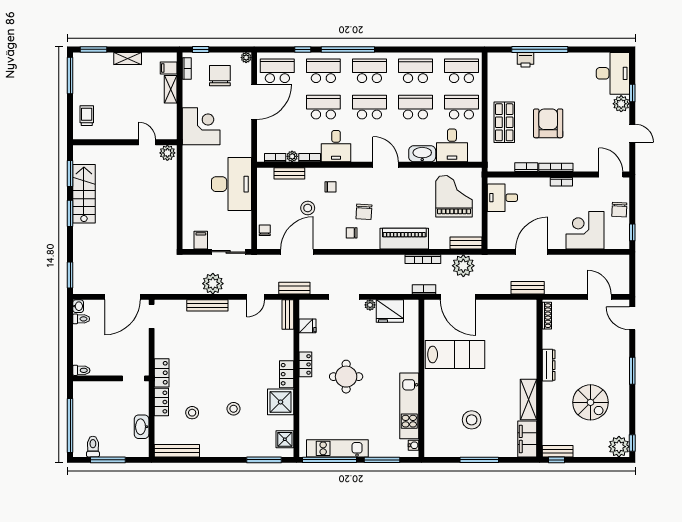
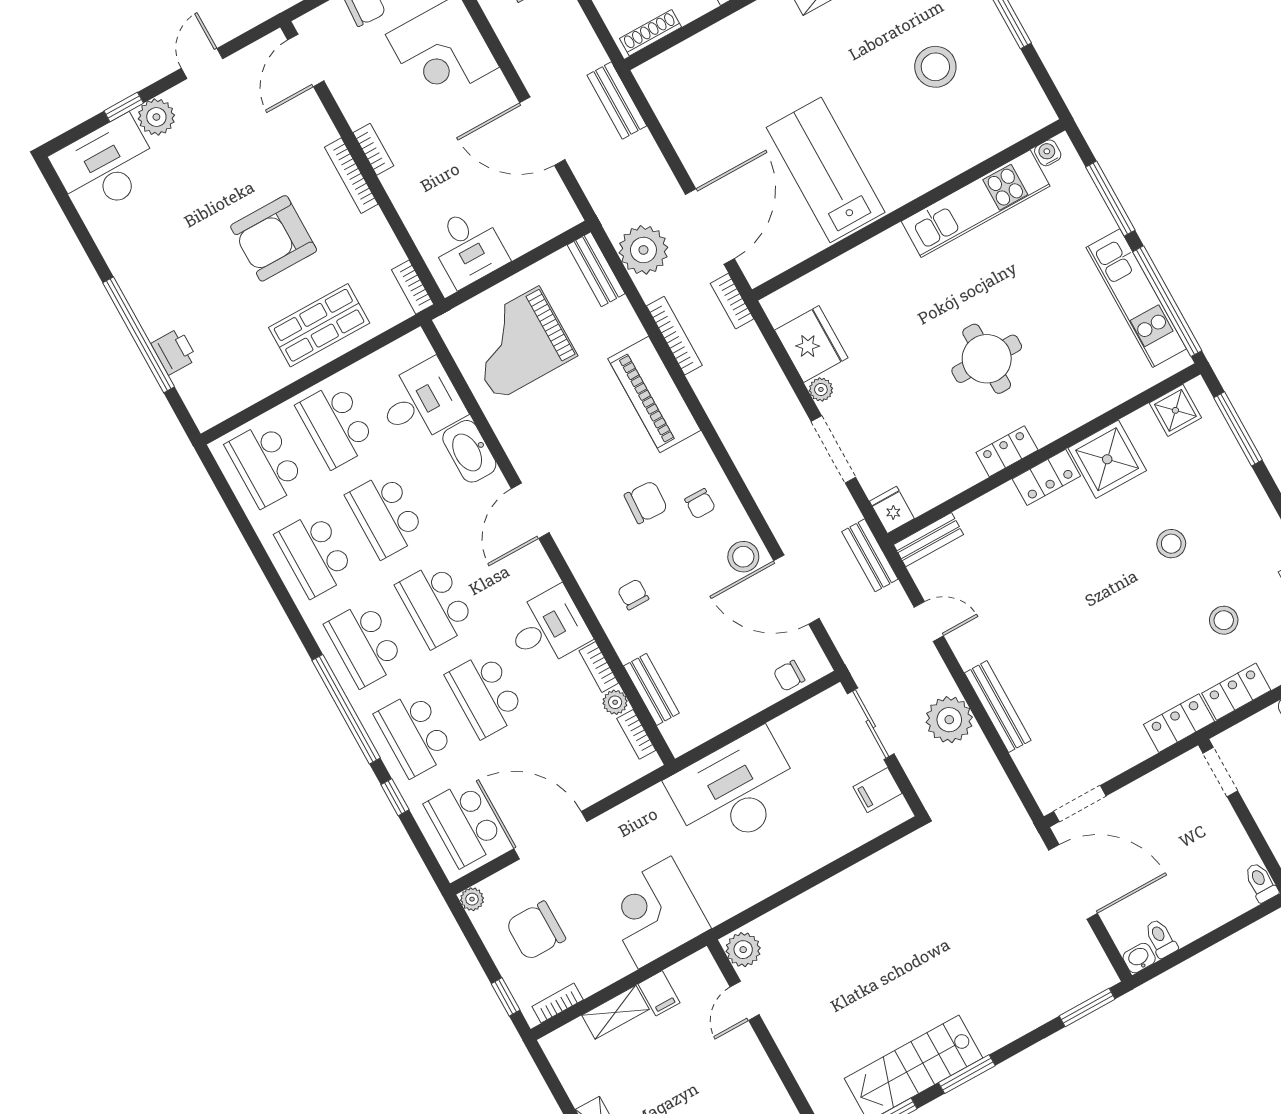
filing cabinet: (169, 68) -> (659, 993), moved
bookcase: (526, 167) -> (413, 287), moved
stool: (308, 208) -> (743, 557), moved
fridge: (307, 326) -> (892, 510), moved

